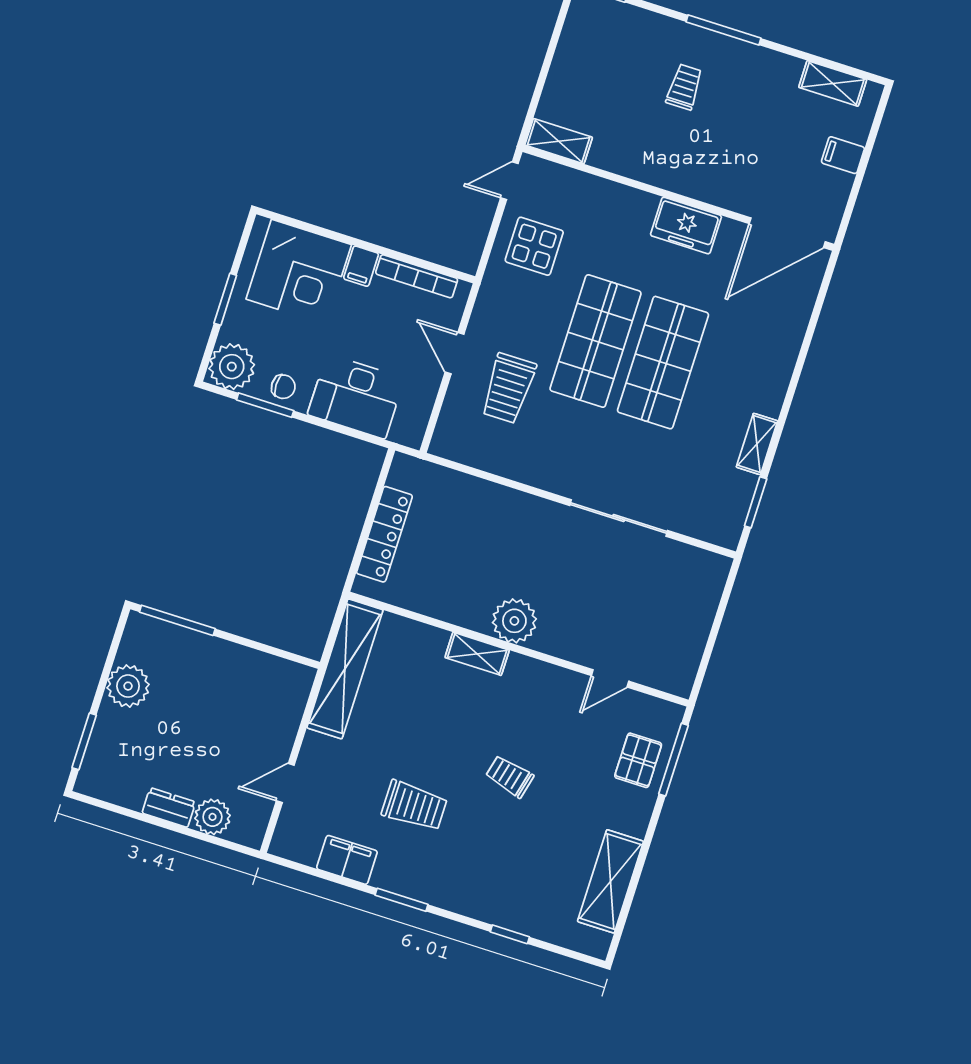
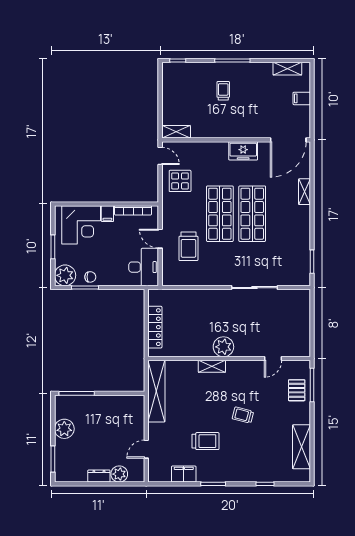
door: (509, 181) -> (160, 156), swing flipped
desk: (356, 396) -> (144, 267), moved, turned -90
shelving: (757, 444) -> (304, 192), moved

